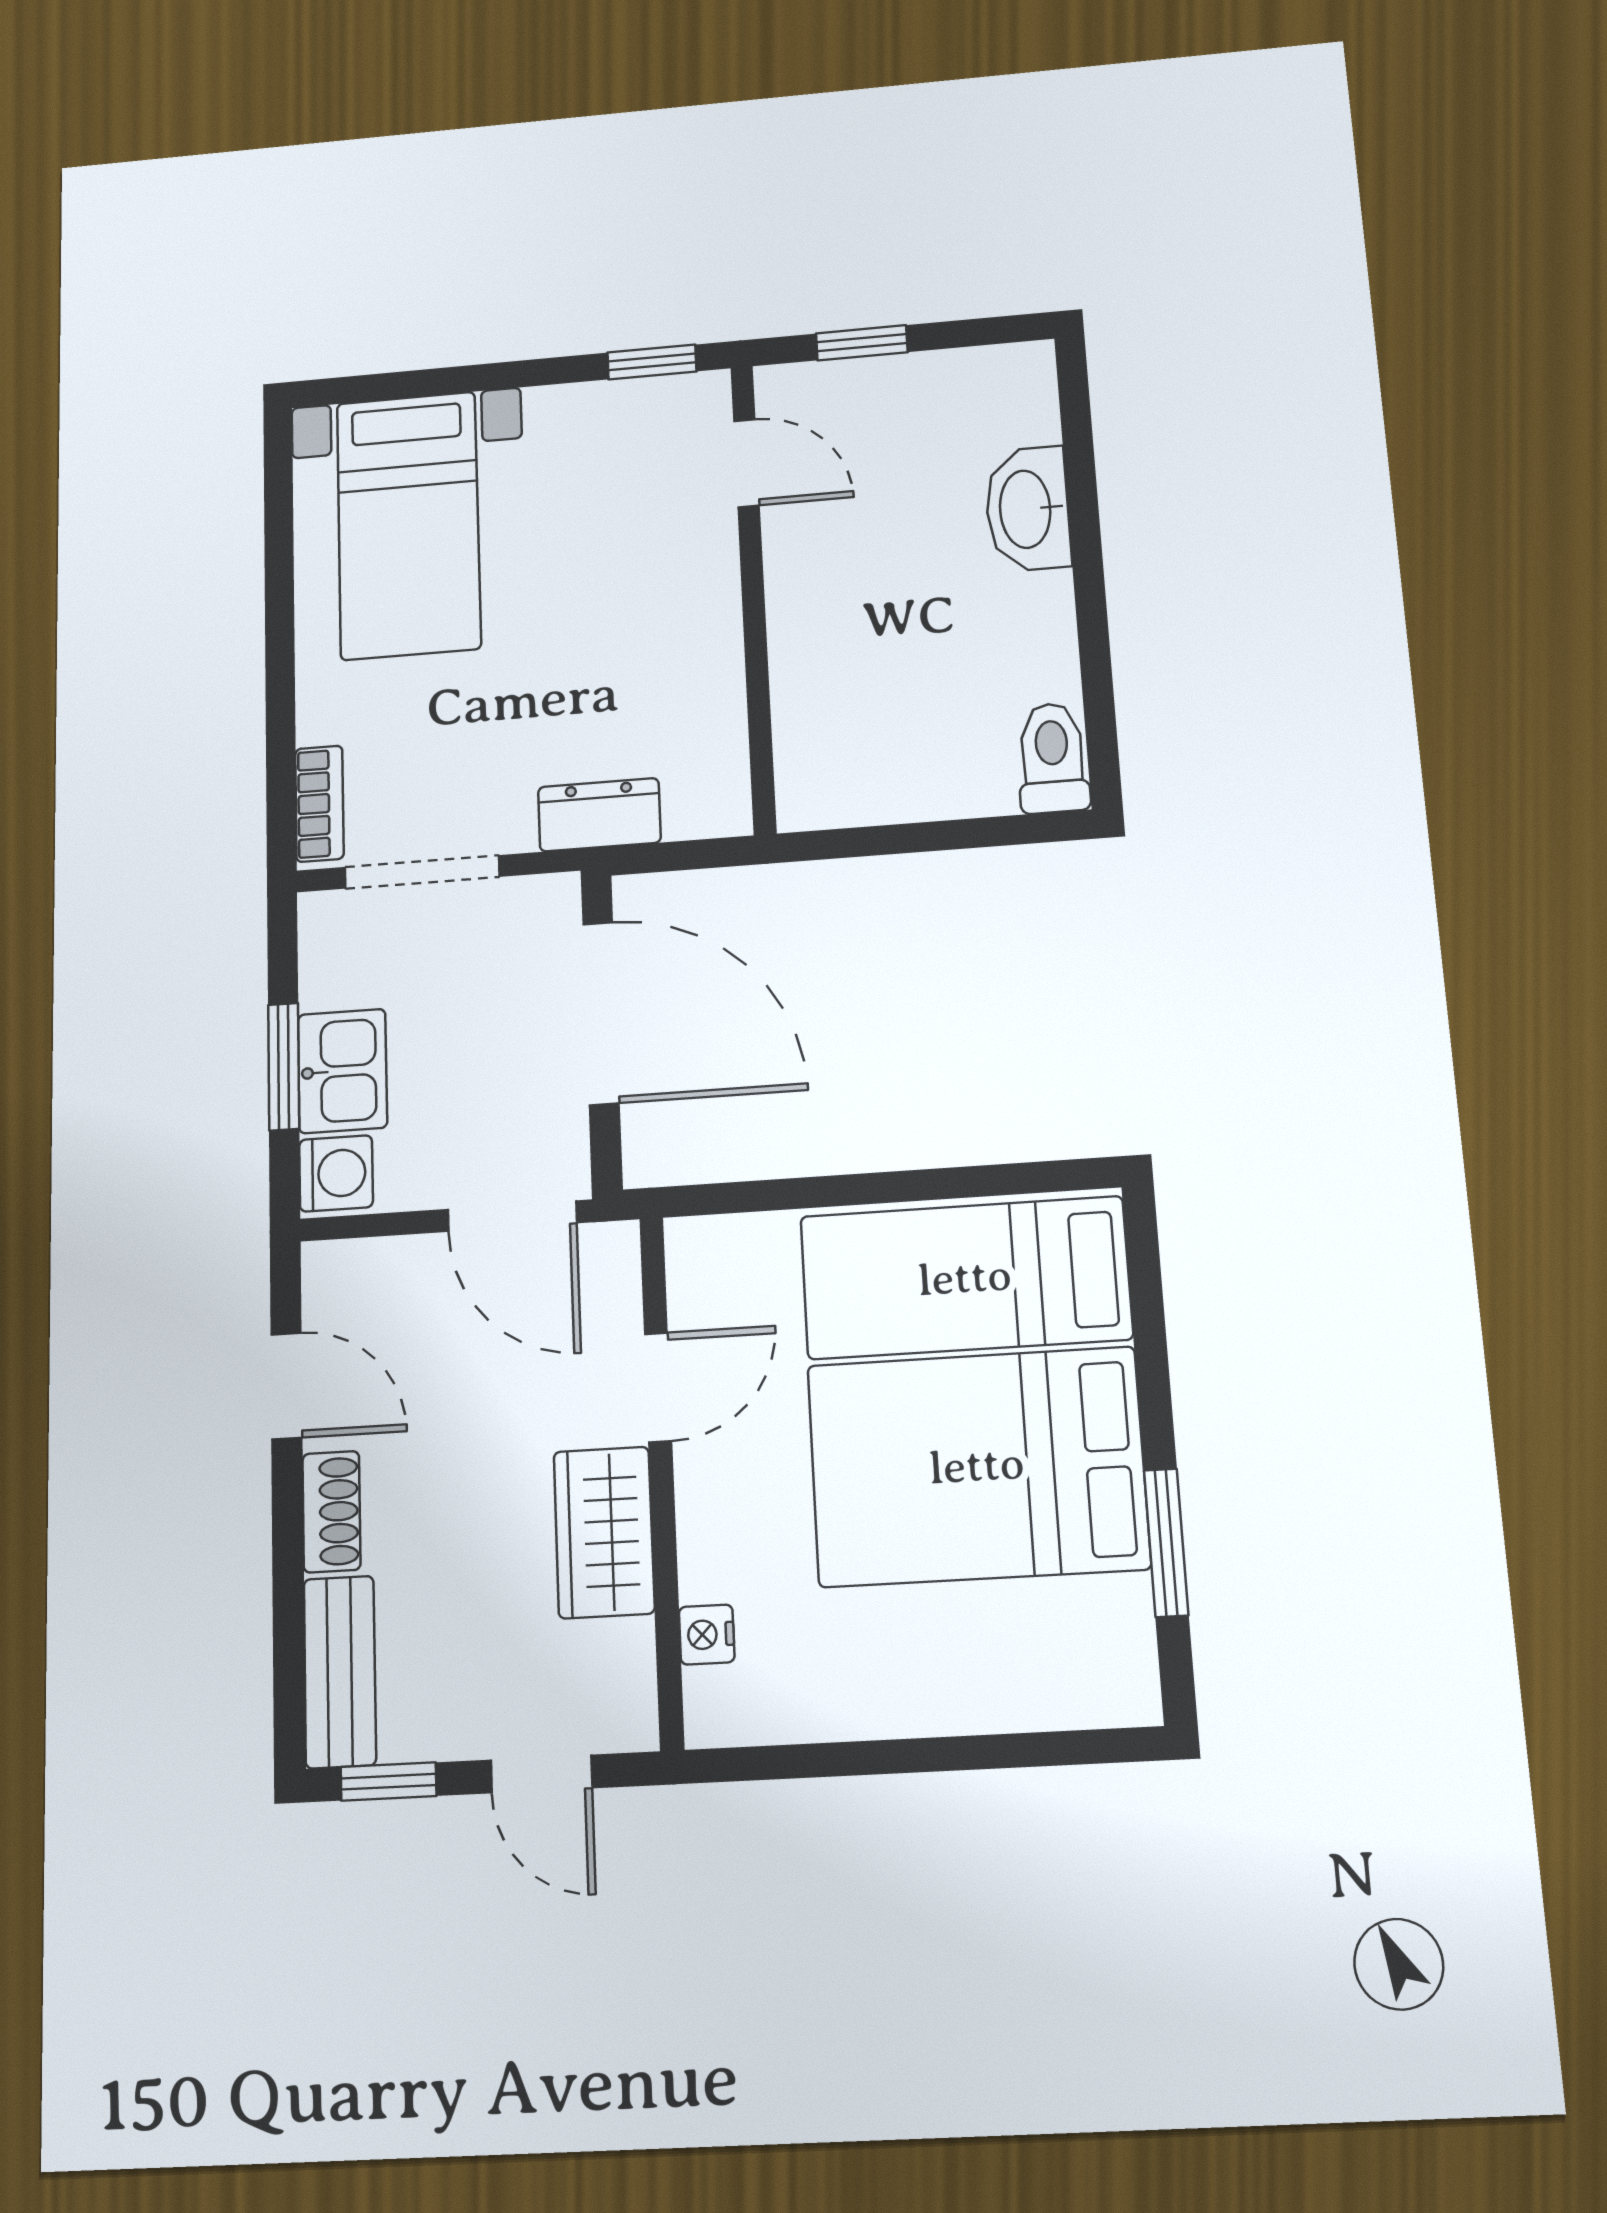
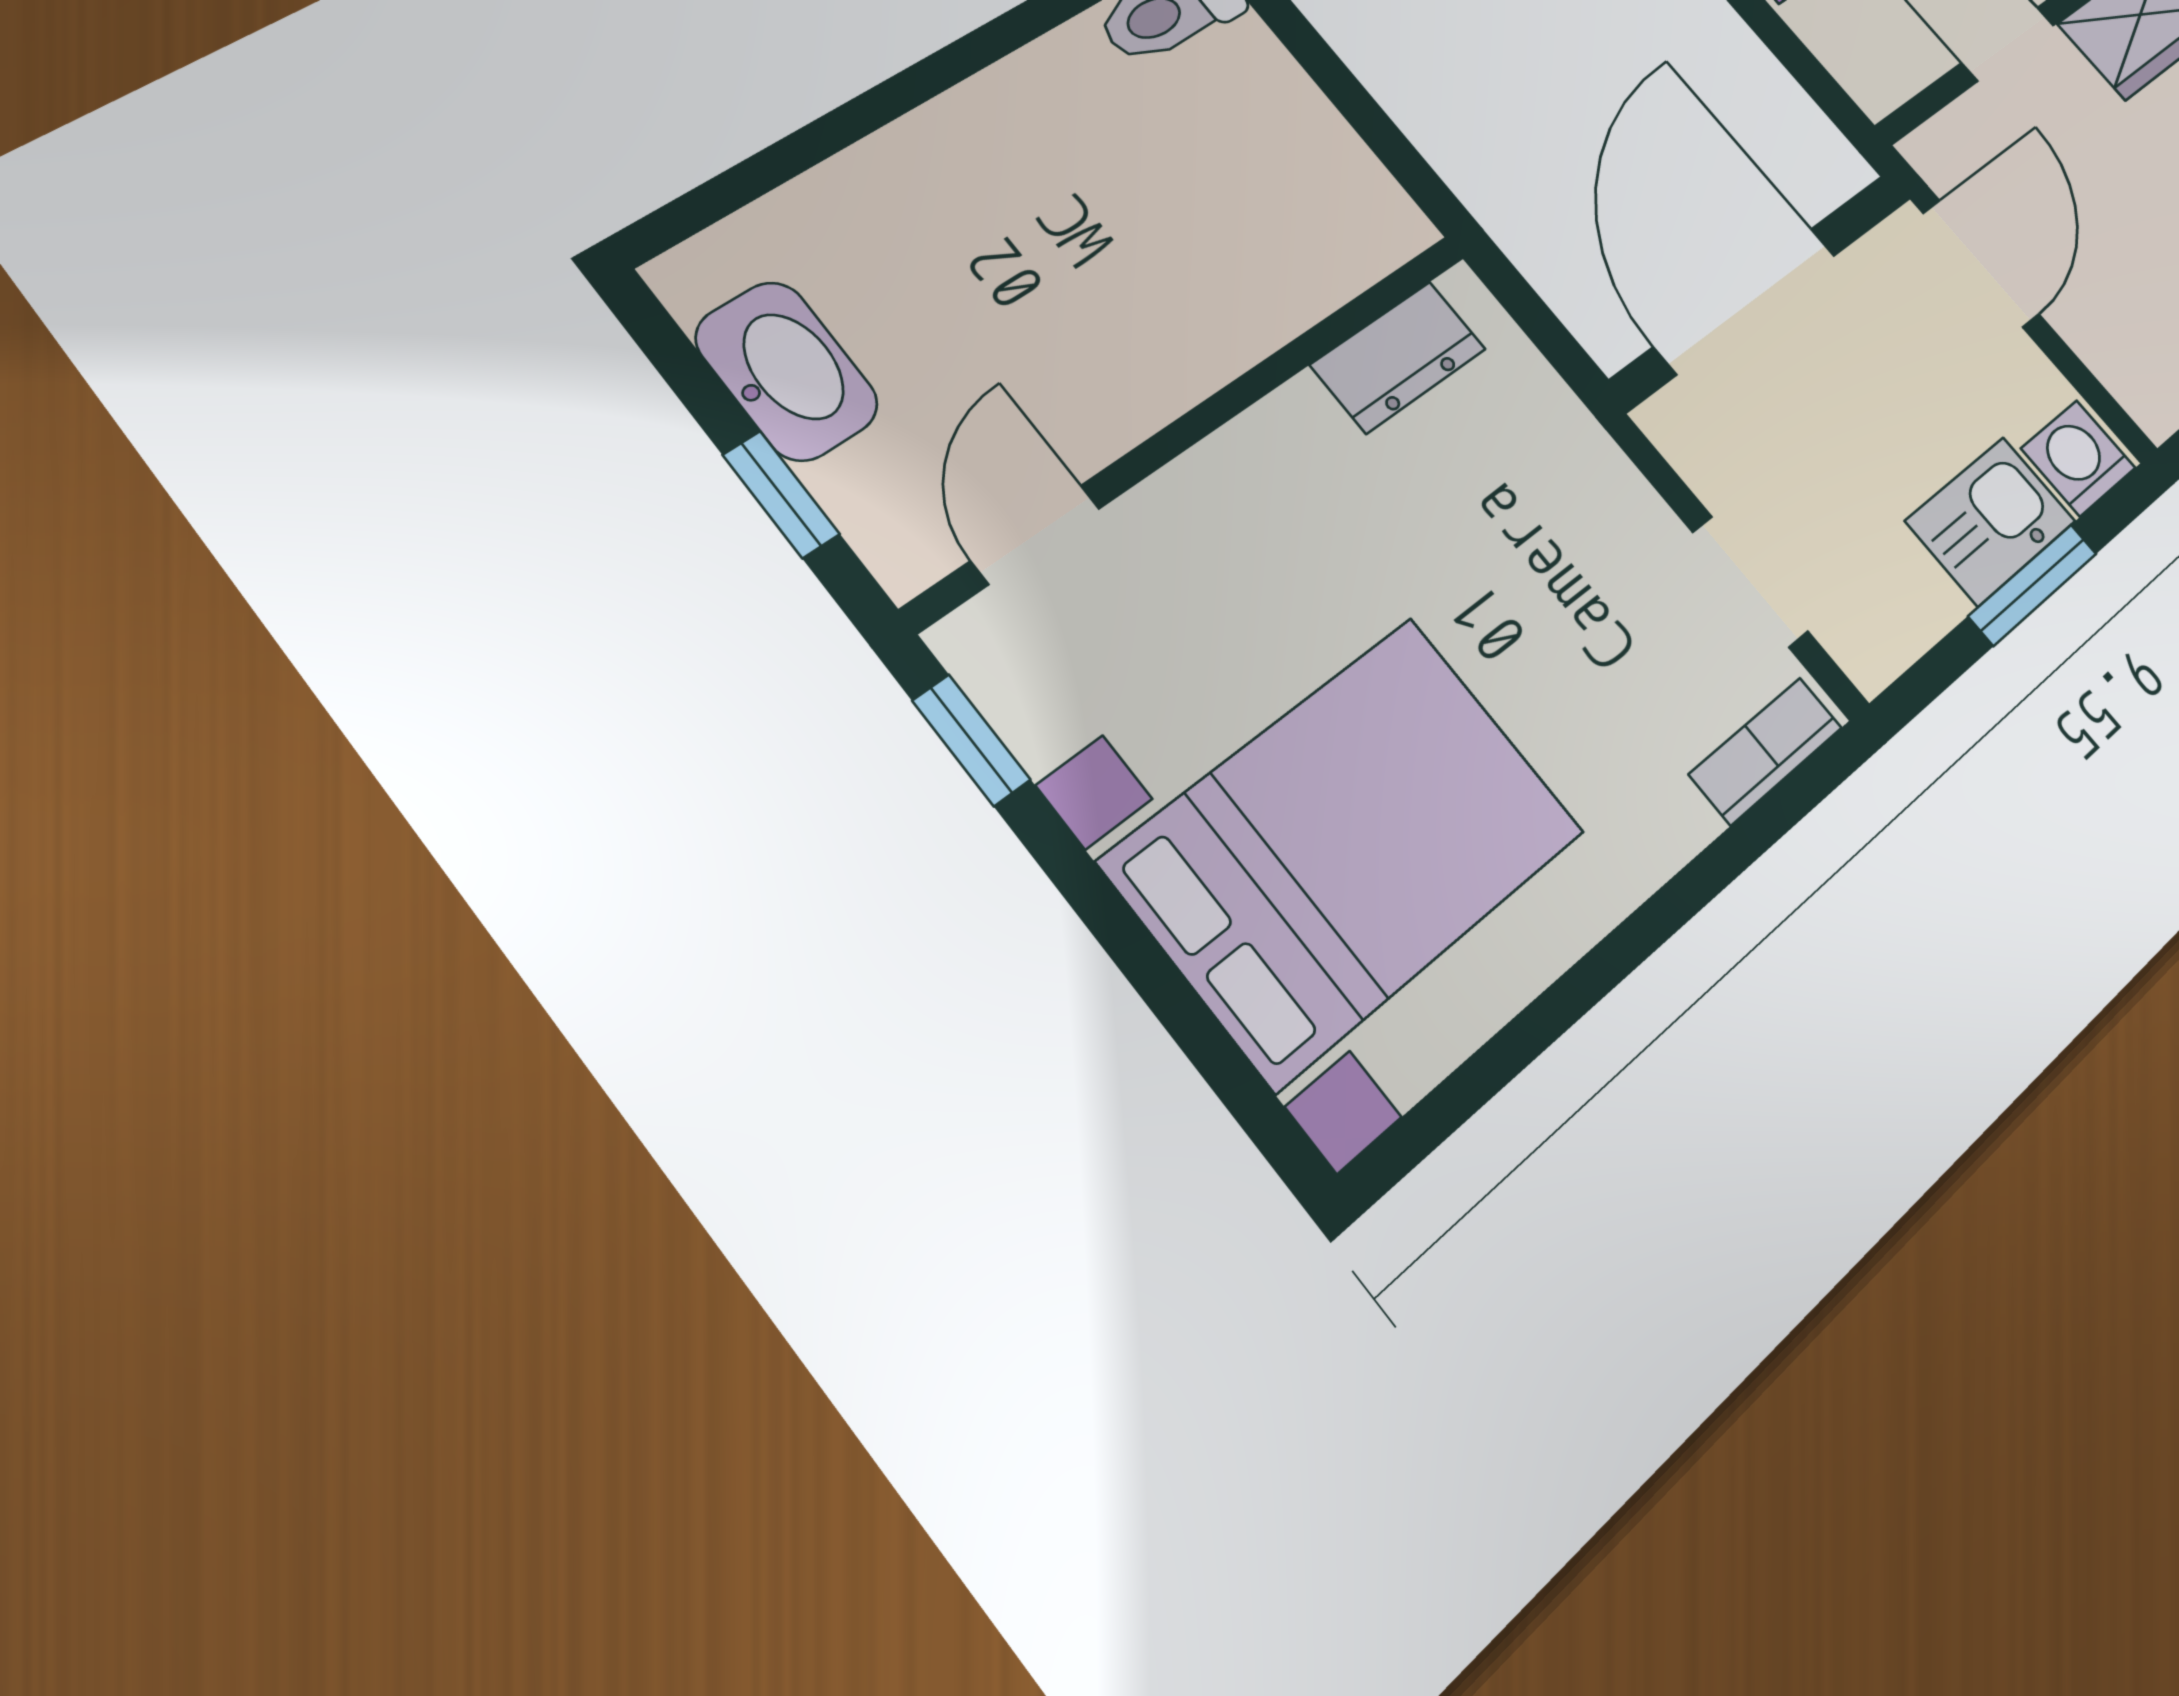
washbasin: (1028, 509) -> (787, 371), moved, turned -90
bed with nightstands: (408, 525) -> (1346, 846), width x1.36
dresser: (599, 815) -> (1398, 357), moved, turned -90
doorway: (422, 872) -> (1750, 582), width x0.73

